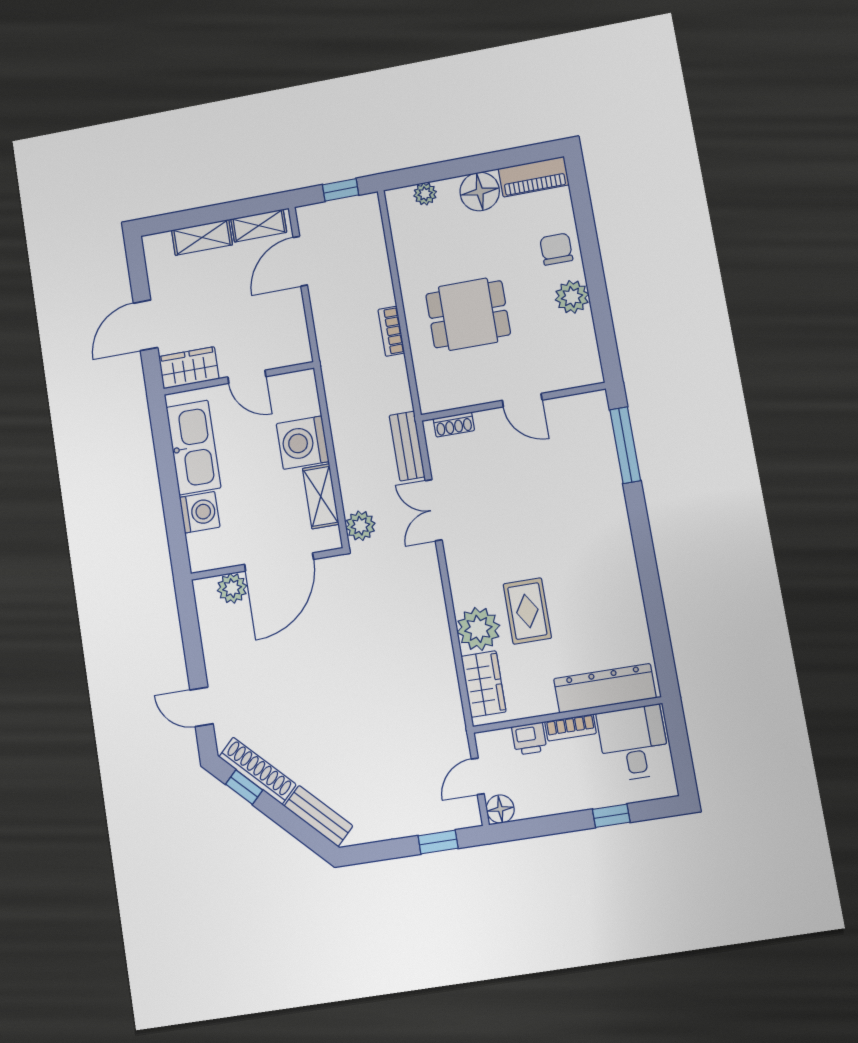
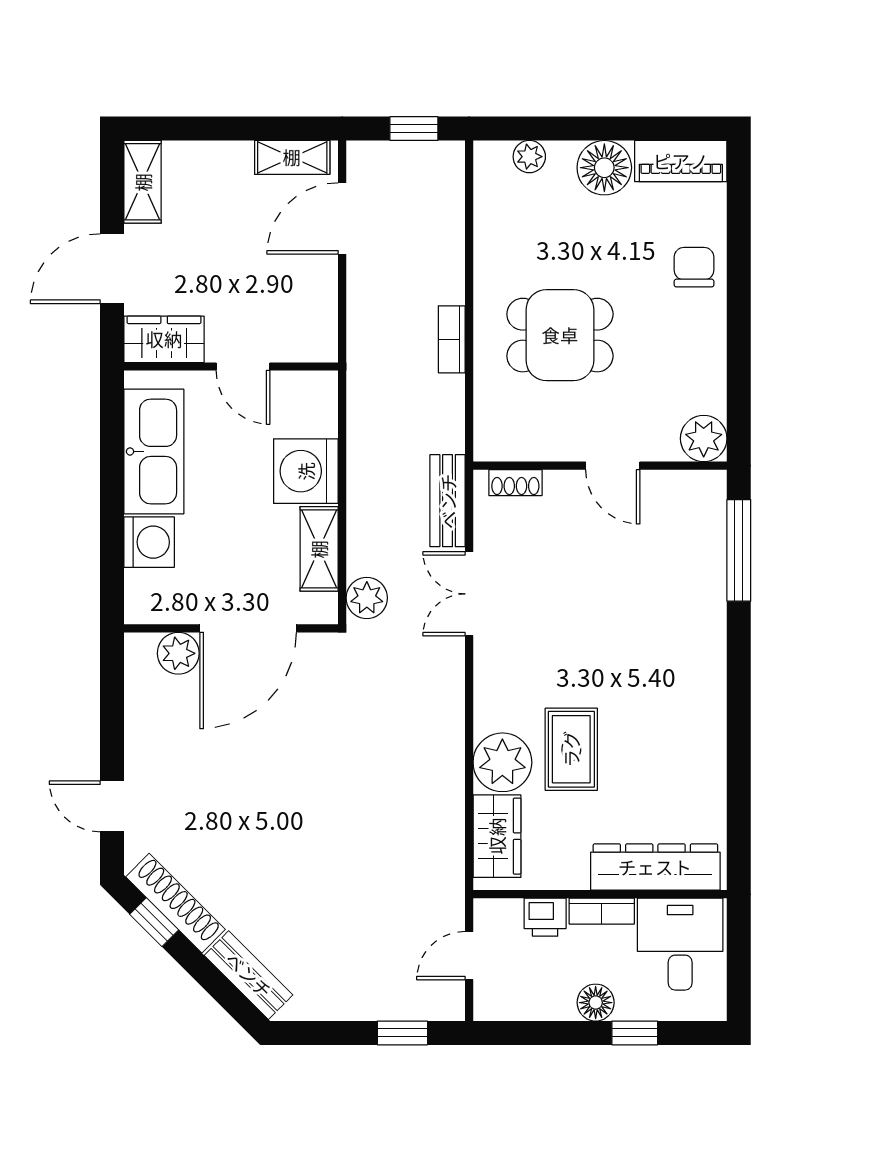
shelving: (202, 237) -> (143, 182), moved, turned 90
plant: (572, 297) -> (704, 439), moved
floor lamp: (500, 809) -> (596, 1003), moved

